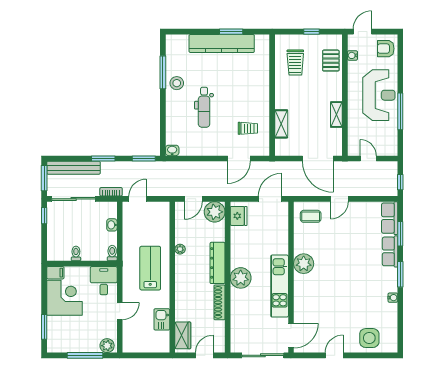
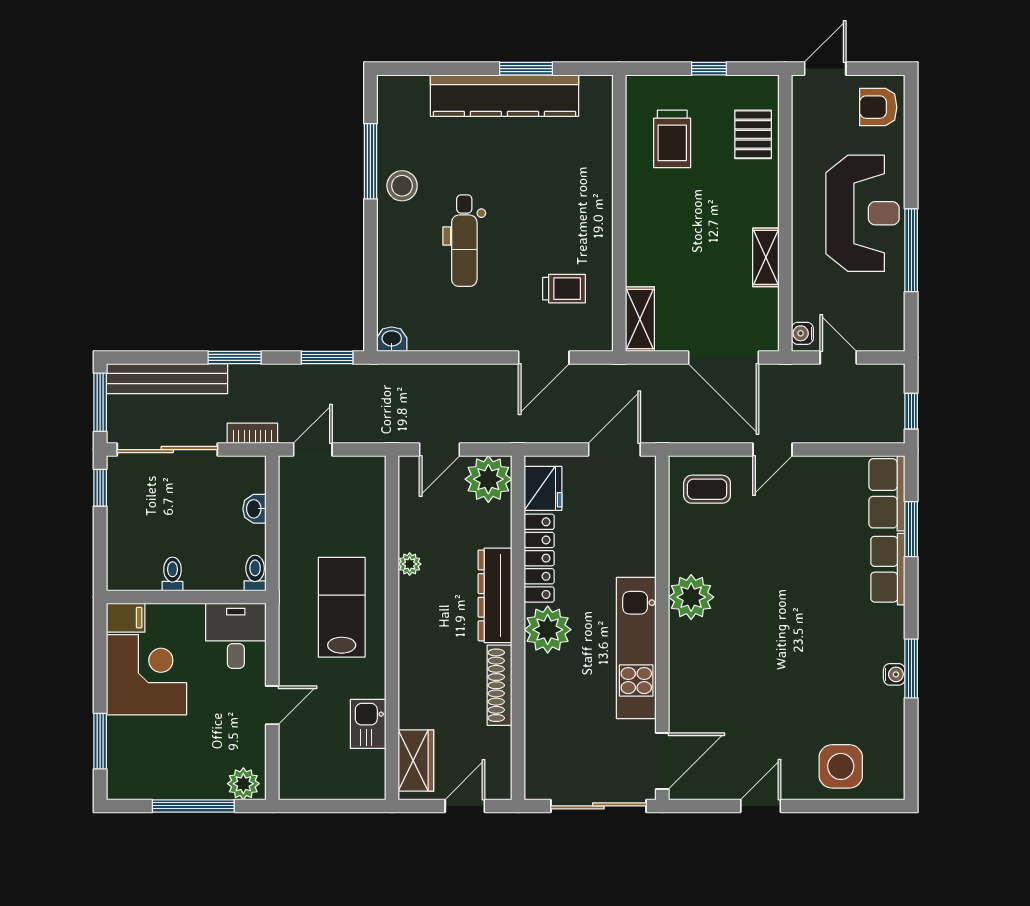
water cooler: (352, 55) -> (802, 333), moved
shelving: (281, 124) -> (640, 319), moved
locker: (237, 247) -> (539, 558), added
window: (400, 274) -> (911, 669), moved

